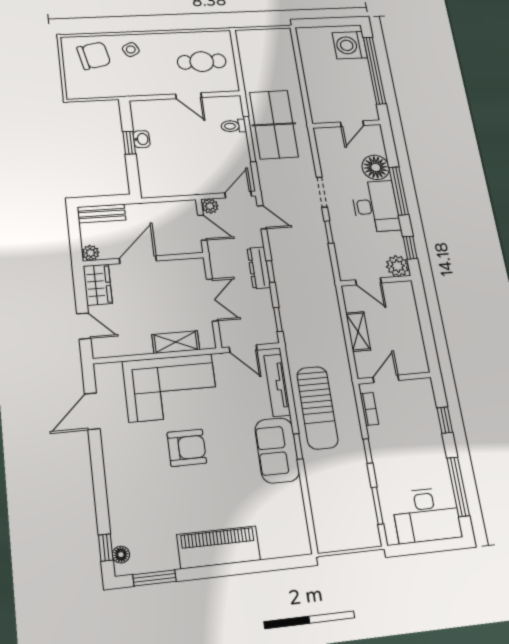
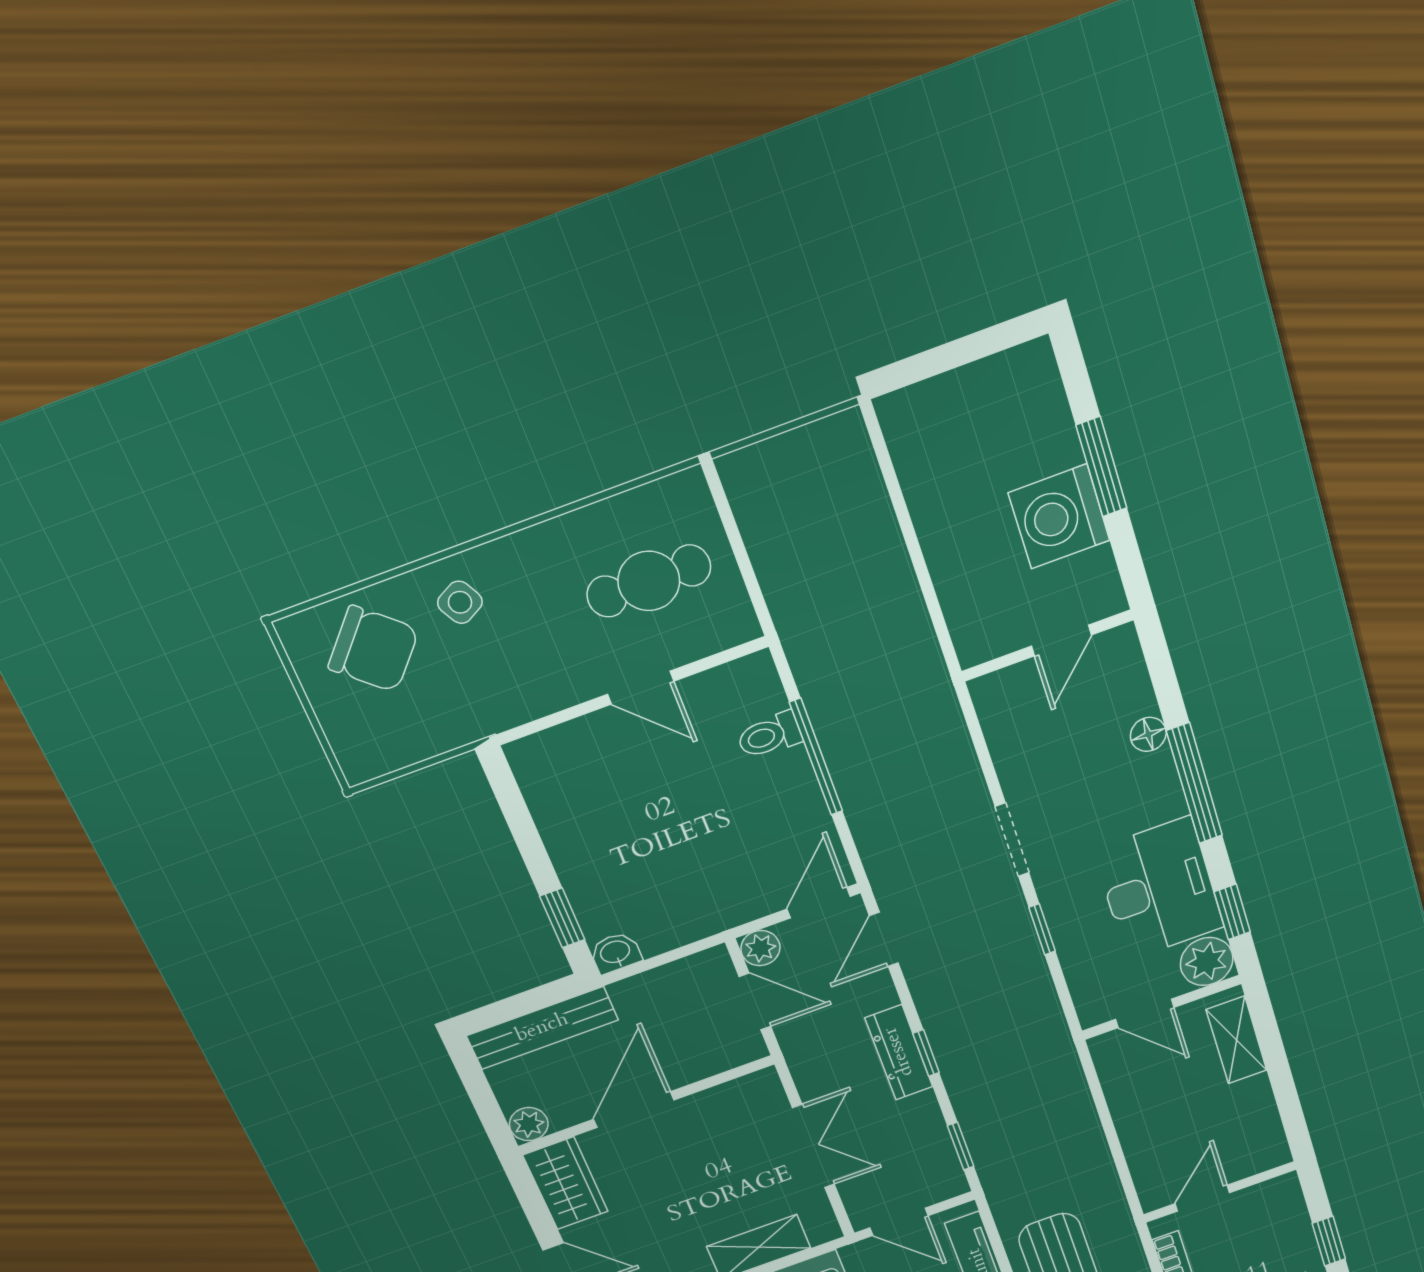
washing machine: (350, 45) -> (1059, 517), moved
chair: (94, 56) -> (373, 649), turned 54
window: (374, 70) -> (1101, 467), width x0.47
table tennis table: (274, 124) -> (867, 701), removed
washbasin: (142, 139) -> (615, 953), moved, turned -90
window: (129, 143) -> (562, 918), moved
floor lamp: (376, 167) -> (1148, 734), width x0.53, depth x0.53
desk: (376, 206) -> (1159, 889), moved
bench: (102, 213) -> (542, 1028), width x1.36
door: (262, 217) -> (884, 939), swing flipped
shelving: (358, 331) -> (1236, 1040), moved

